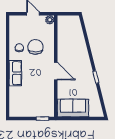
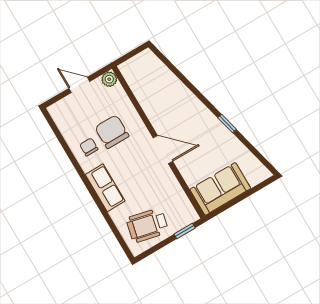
wheelchair: (25, 105) -> (147, 225), added

